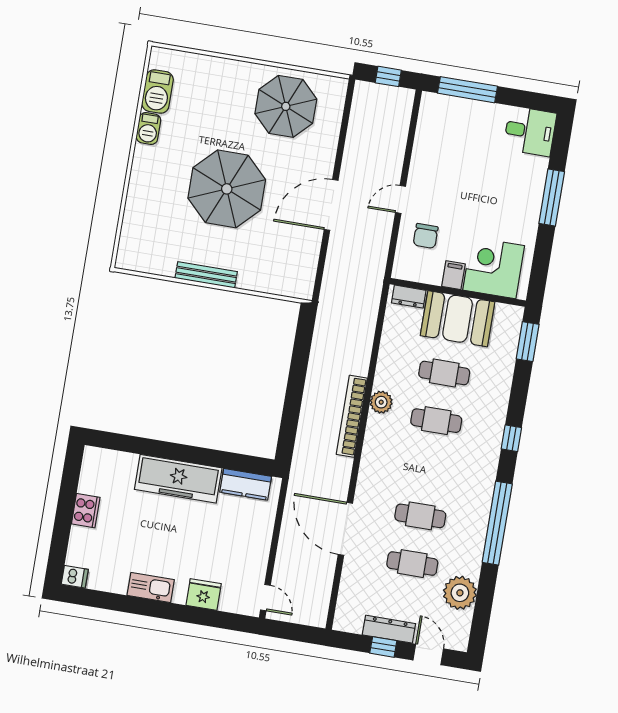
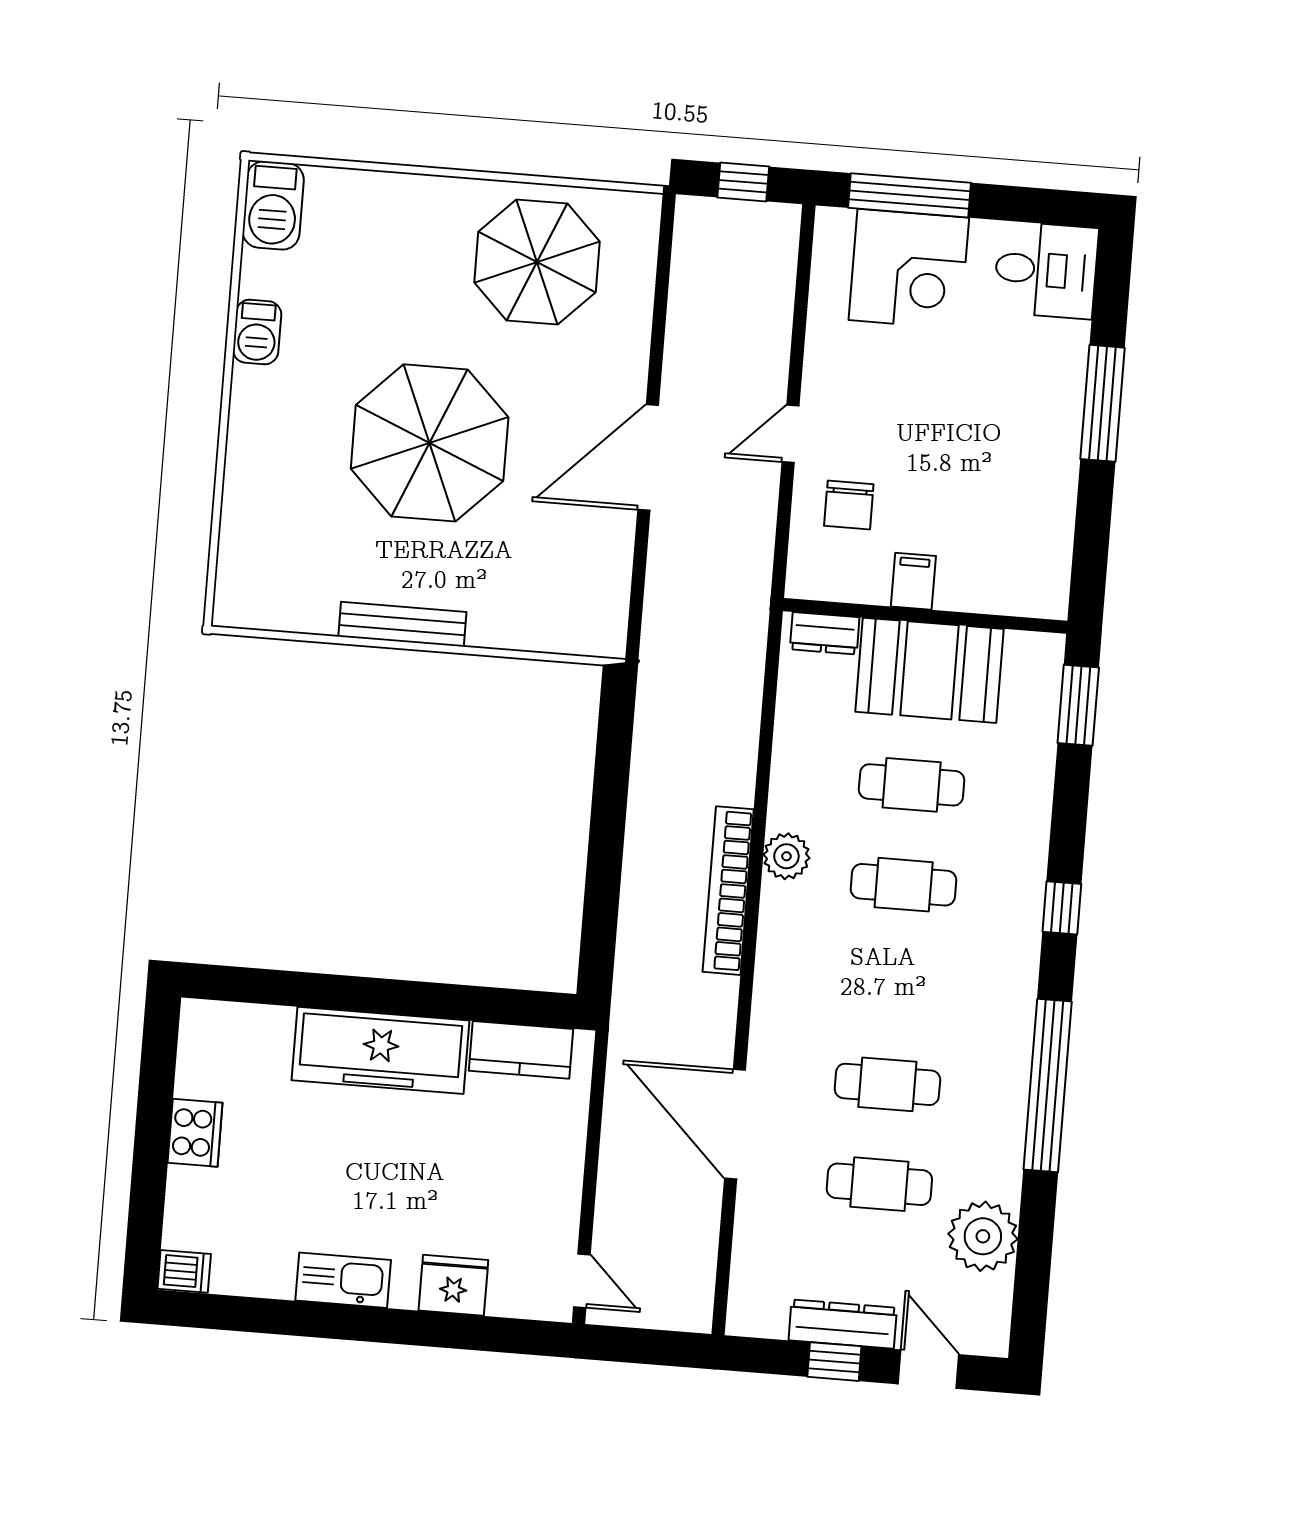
barbecue: (158, 91) -> (273, 205), moved
corner desk: (494, 268) -> (909, 269), moved, turned 180

